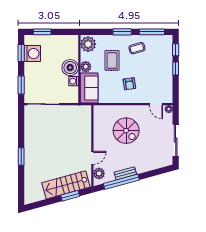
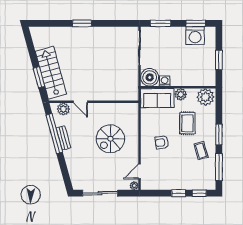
window: (42, 32) -> (219, 60), moved
rug: (112, 60) -> (187, 123), turned 90
boiler: (70, 68) -> (150, 77), moved

